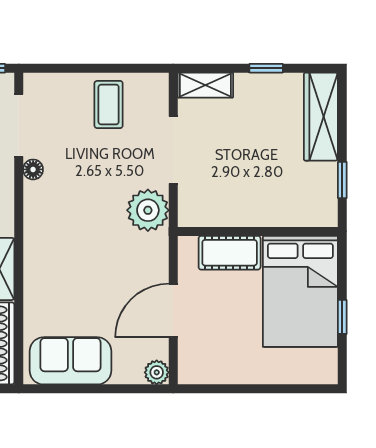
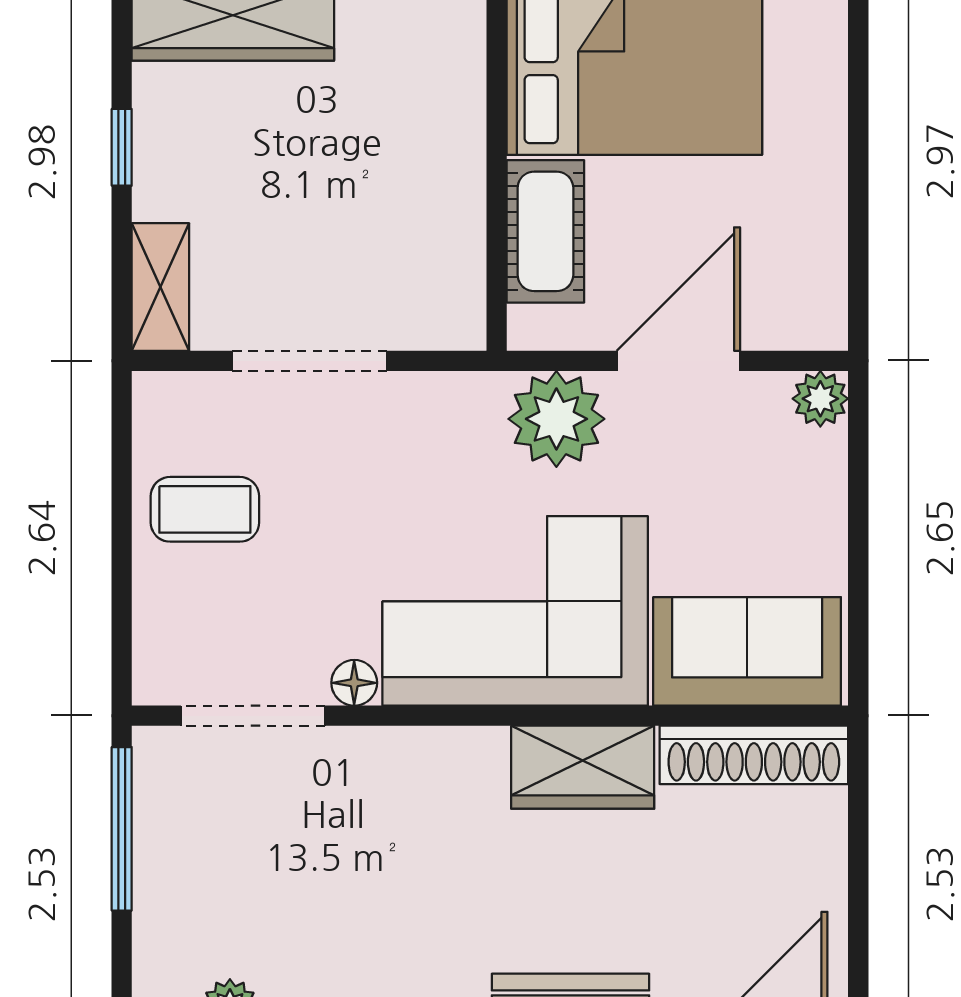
plant: (148, 210) -> (556, 419), moved
corner sofa: (64, 240) -> (515, 611), added
door: (173, 311) -> (678, 361), swing flipped
sofa: (70, 361) -> (747, 651), moved, turned 90

